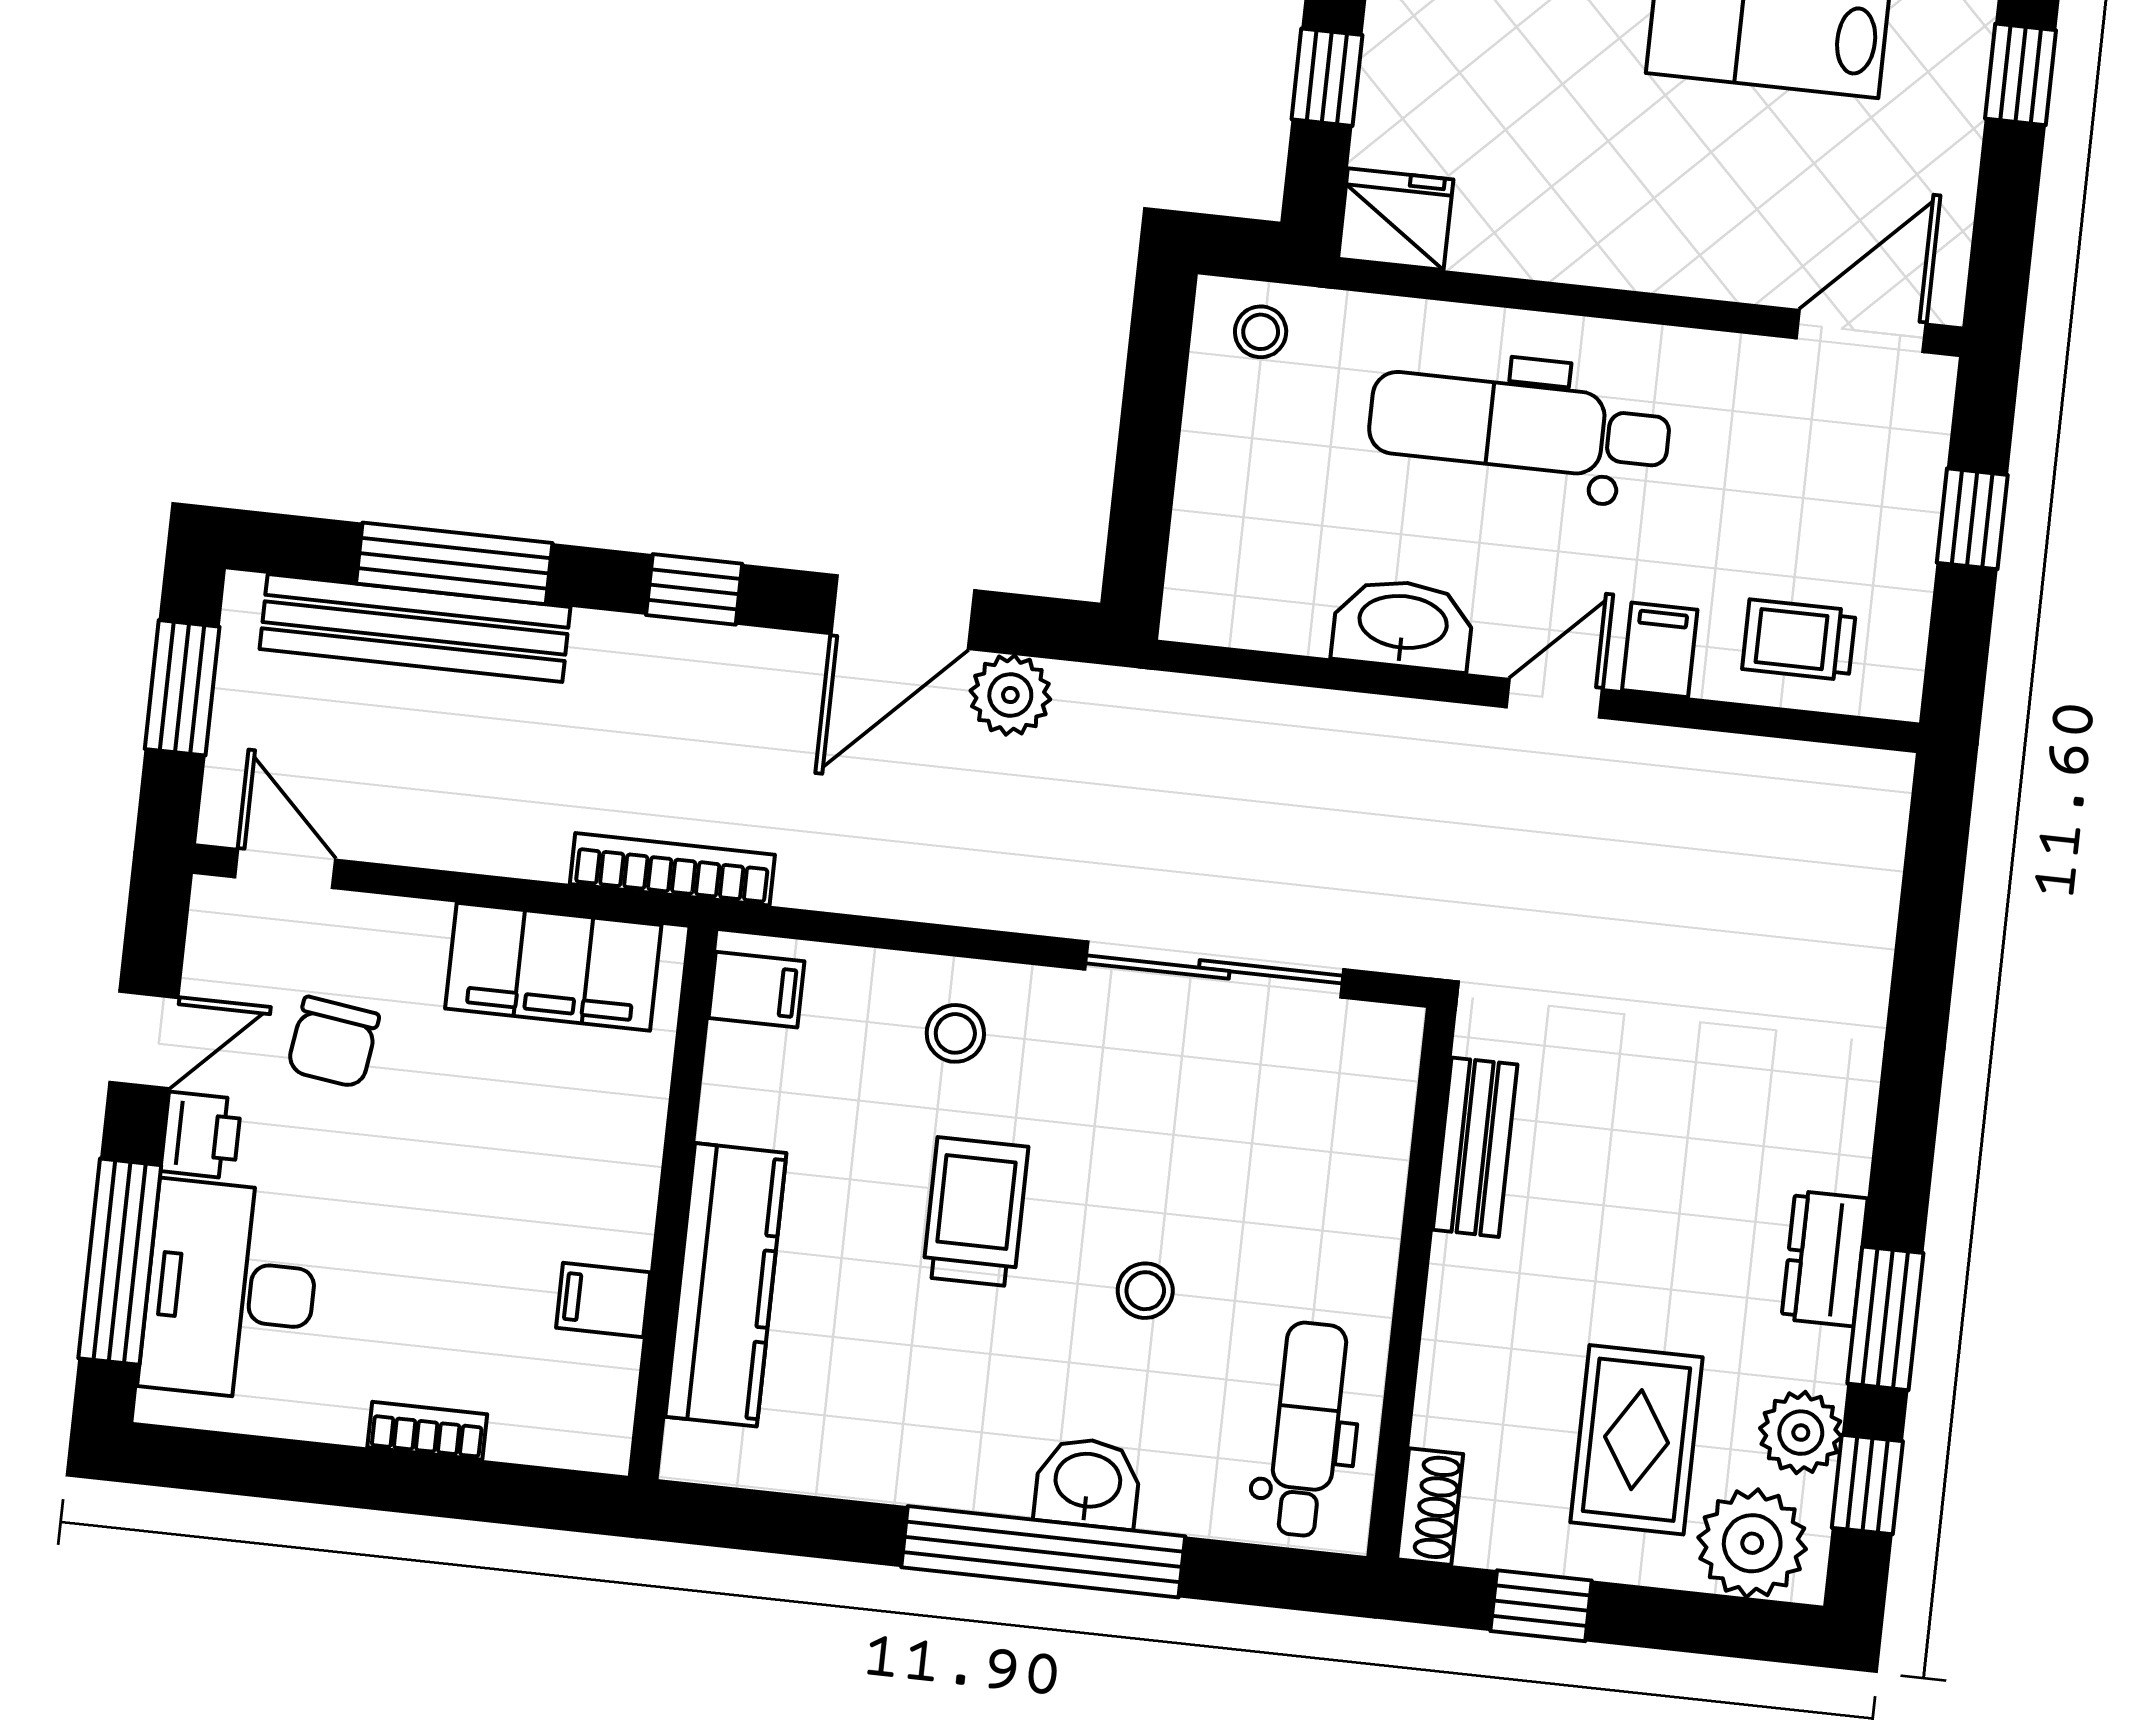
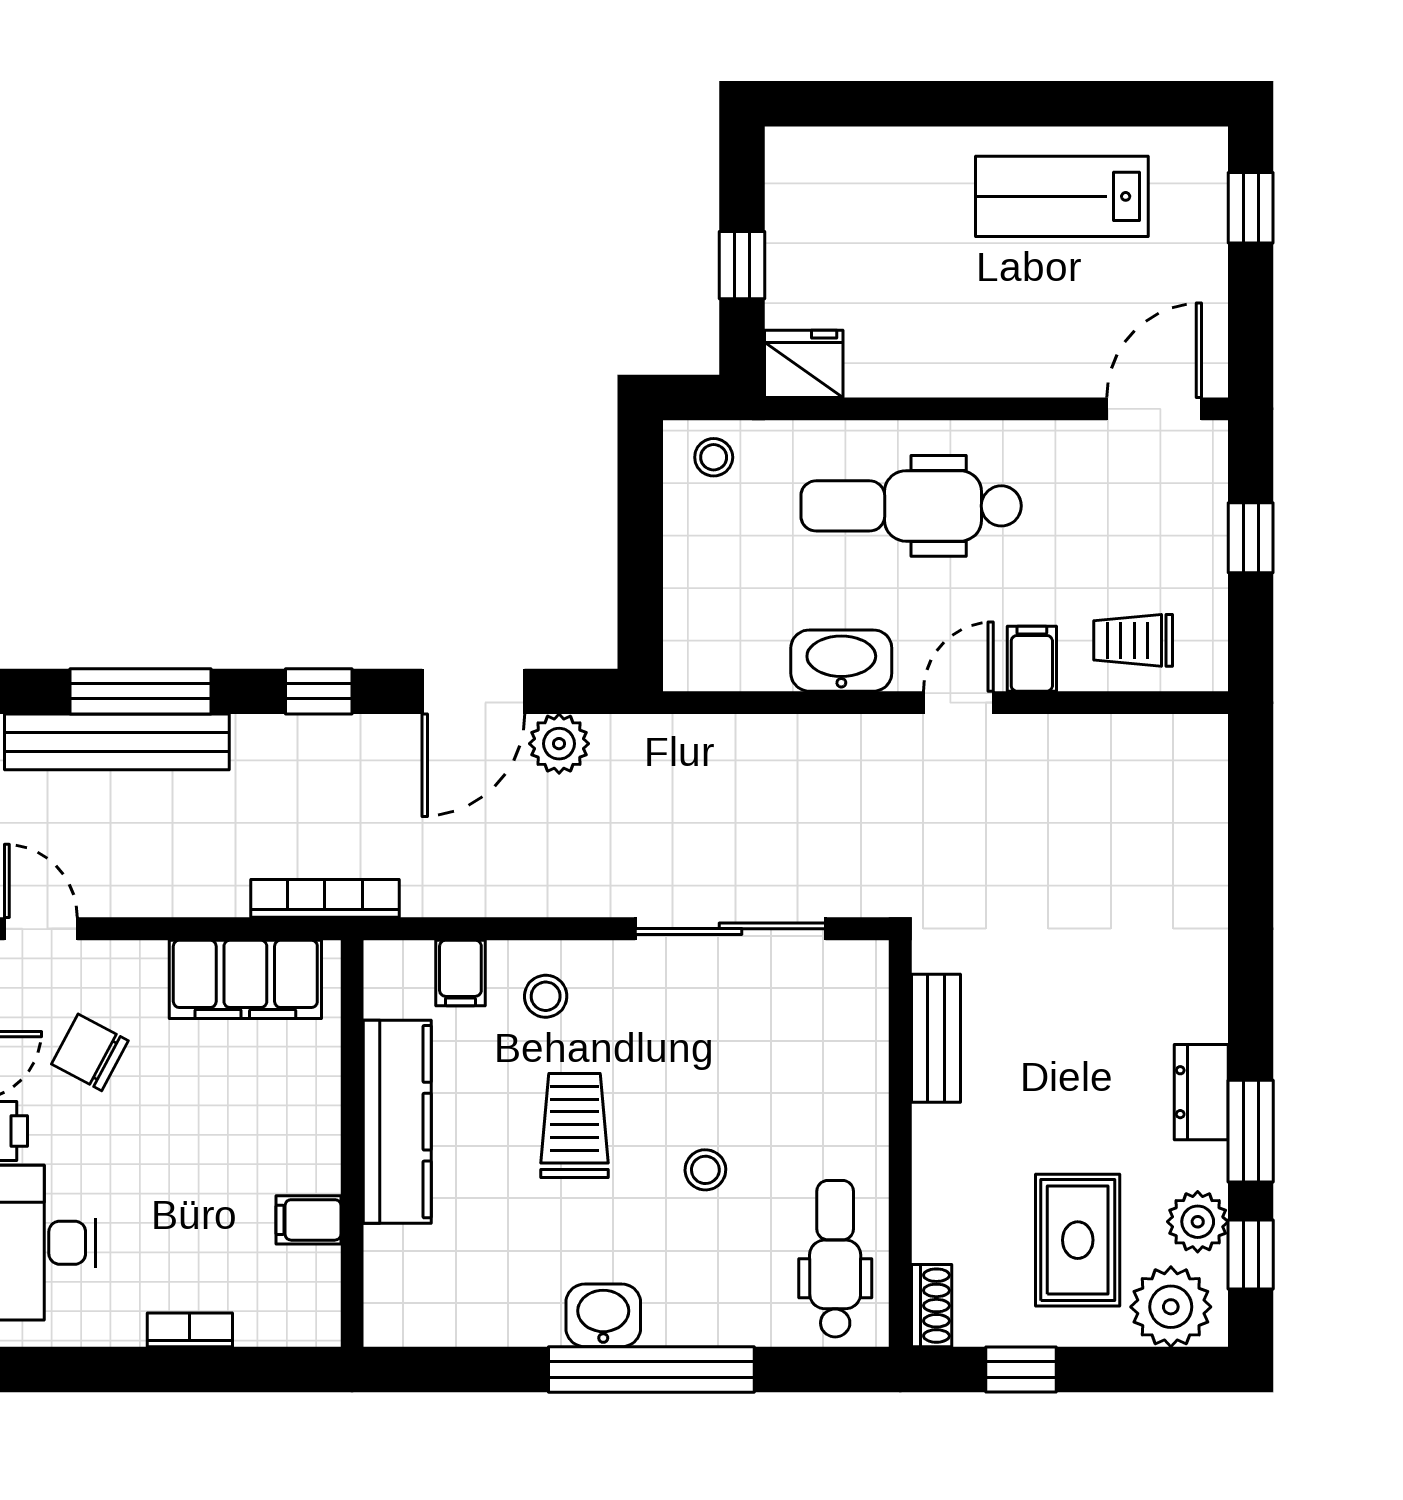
filing cabinet: (757, 990) -> (460, 973), moved, turned 90
chair: (333, 1042) -> (90, 1052), turned 110
kitchen counter: (726, 1285) -> (397, 1122), moved
washbasin: (1088, 1483) -> (603, 1315), moved

